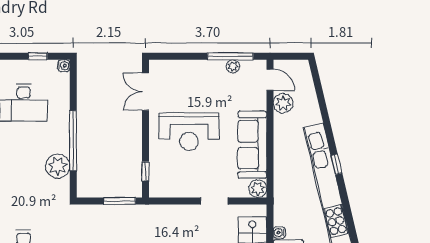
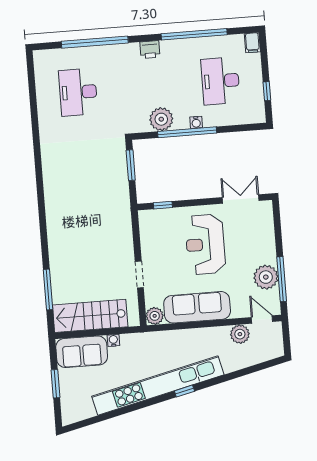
water cooler: (64, 66) -> (196, 122), moved
plant: (233, 66) -> (266, 277), width x1.88, depth x1.88
door: (270, 80) -> (262, 320), swing flipped
window: (120, 201) -> (131, 165), moved

